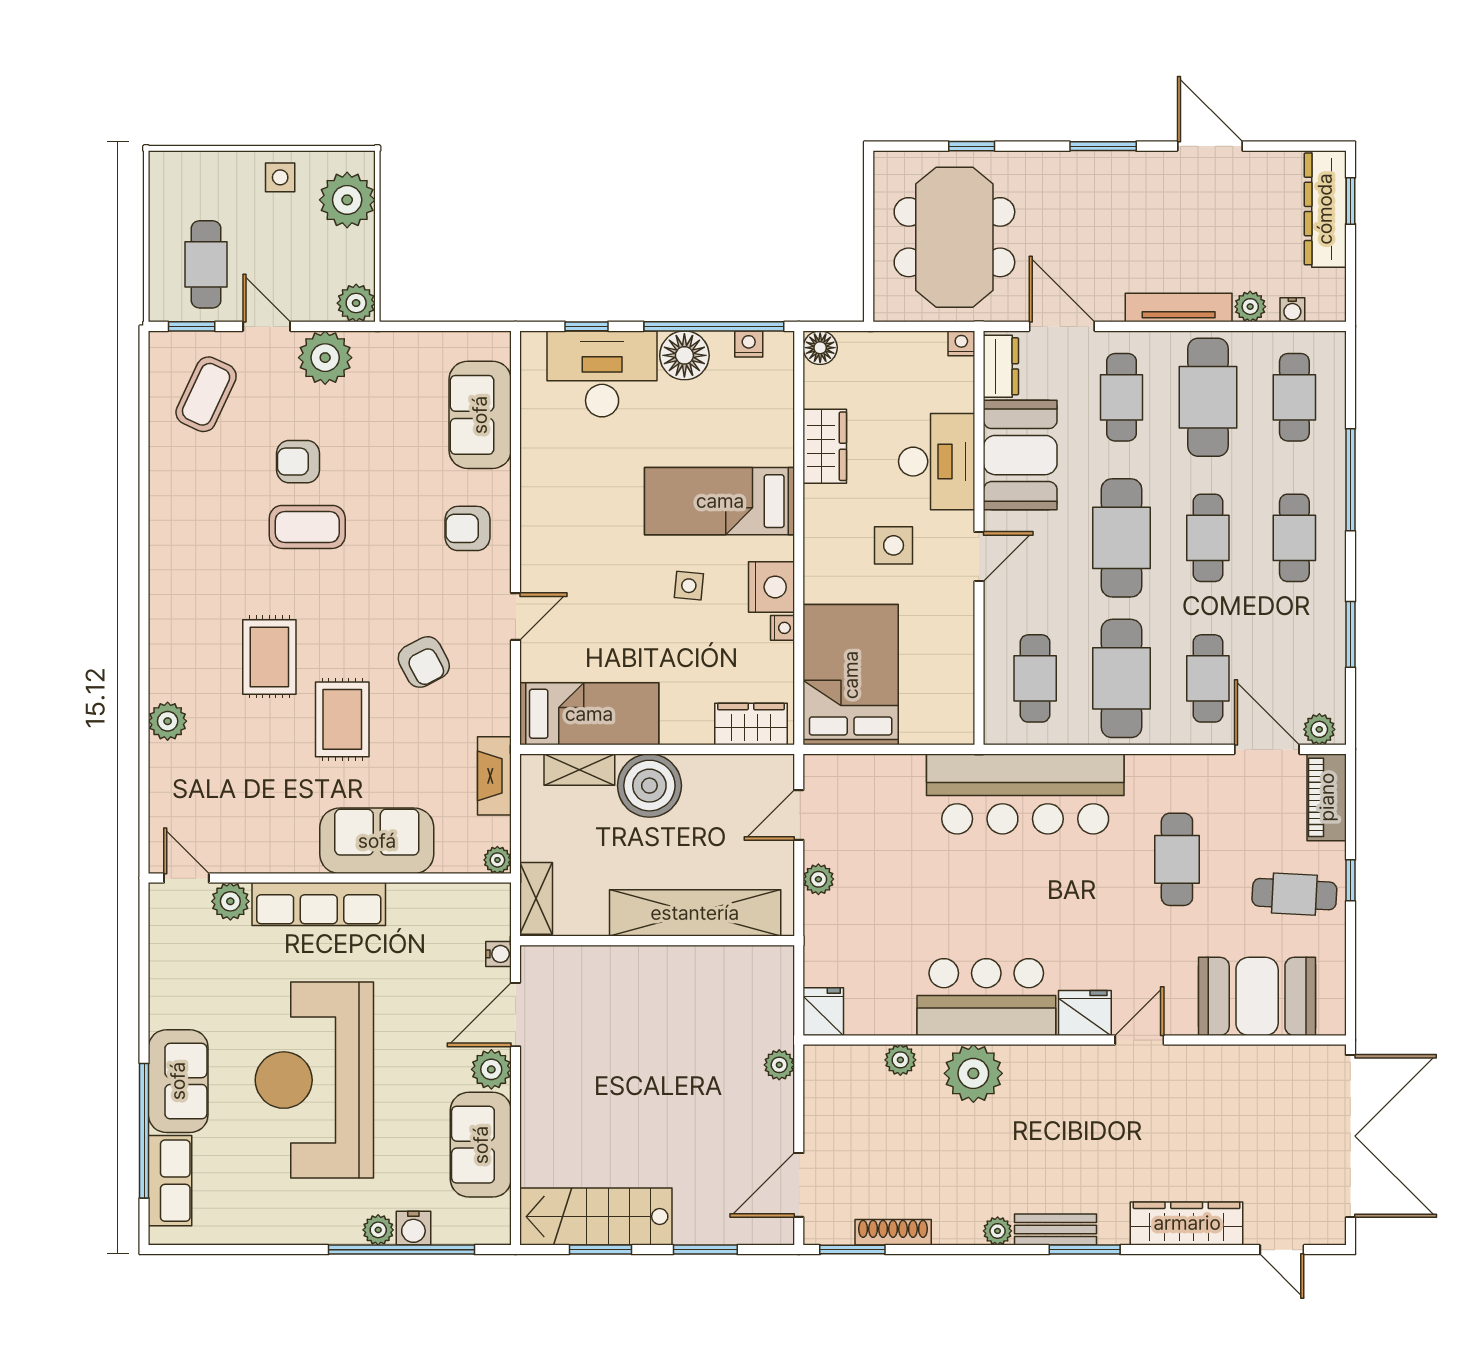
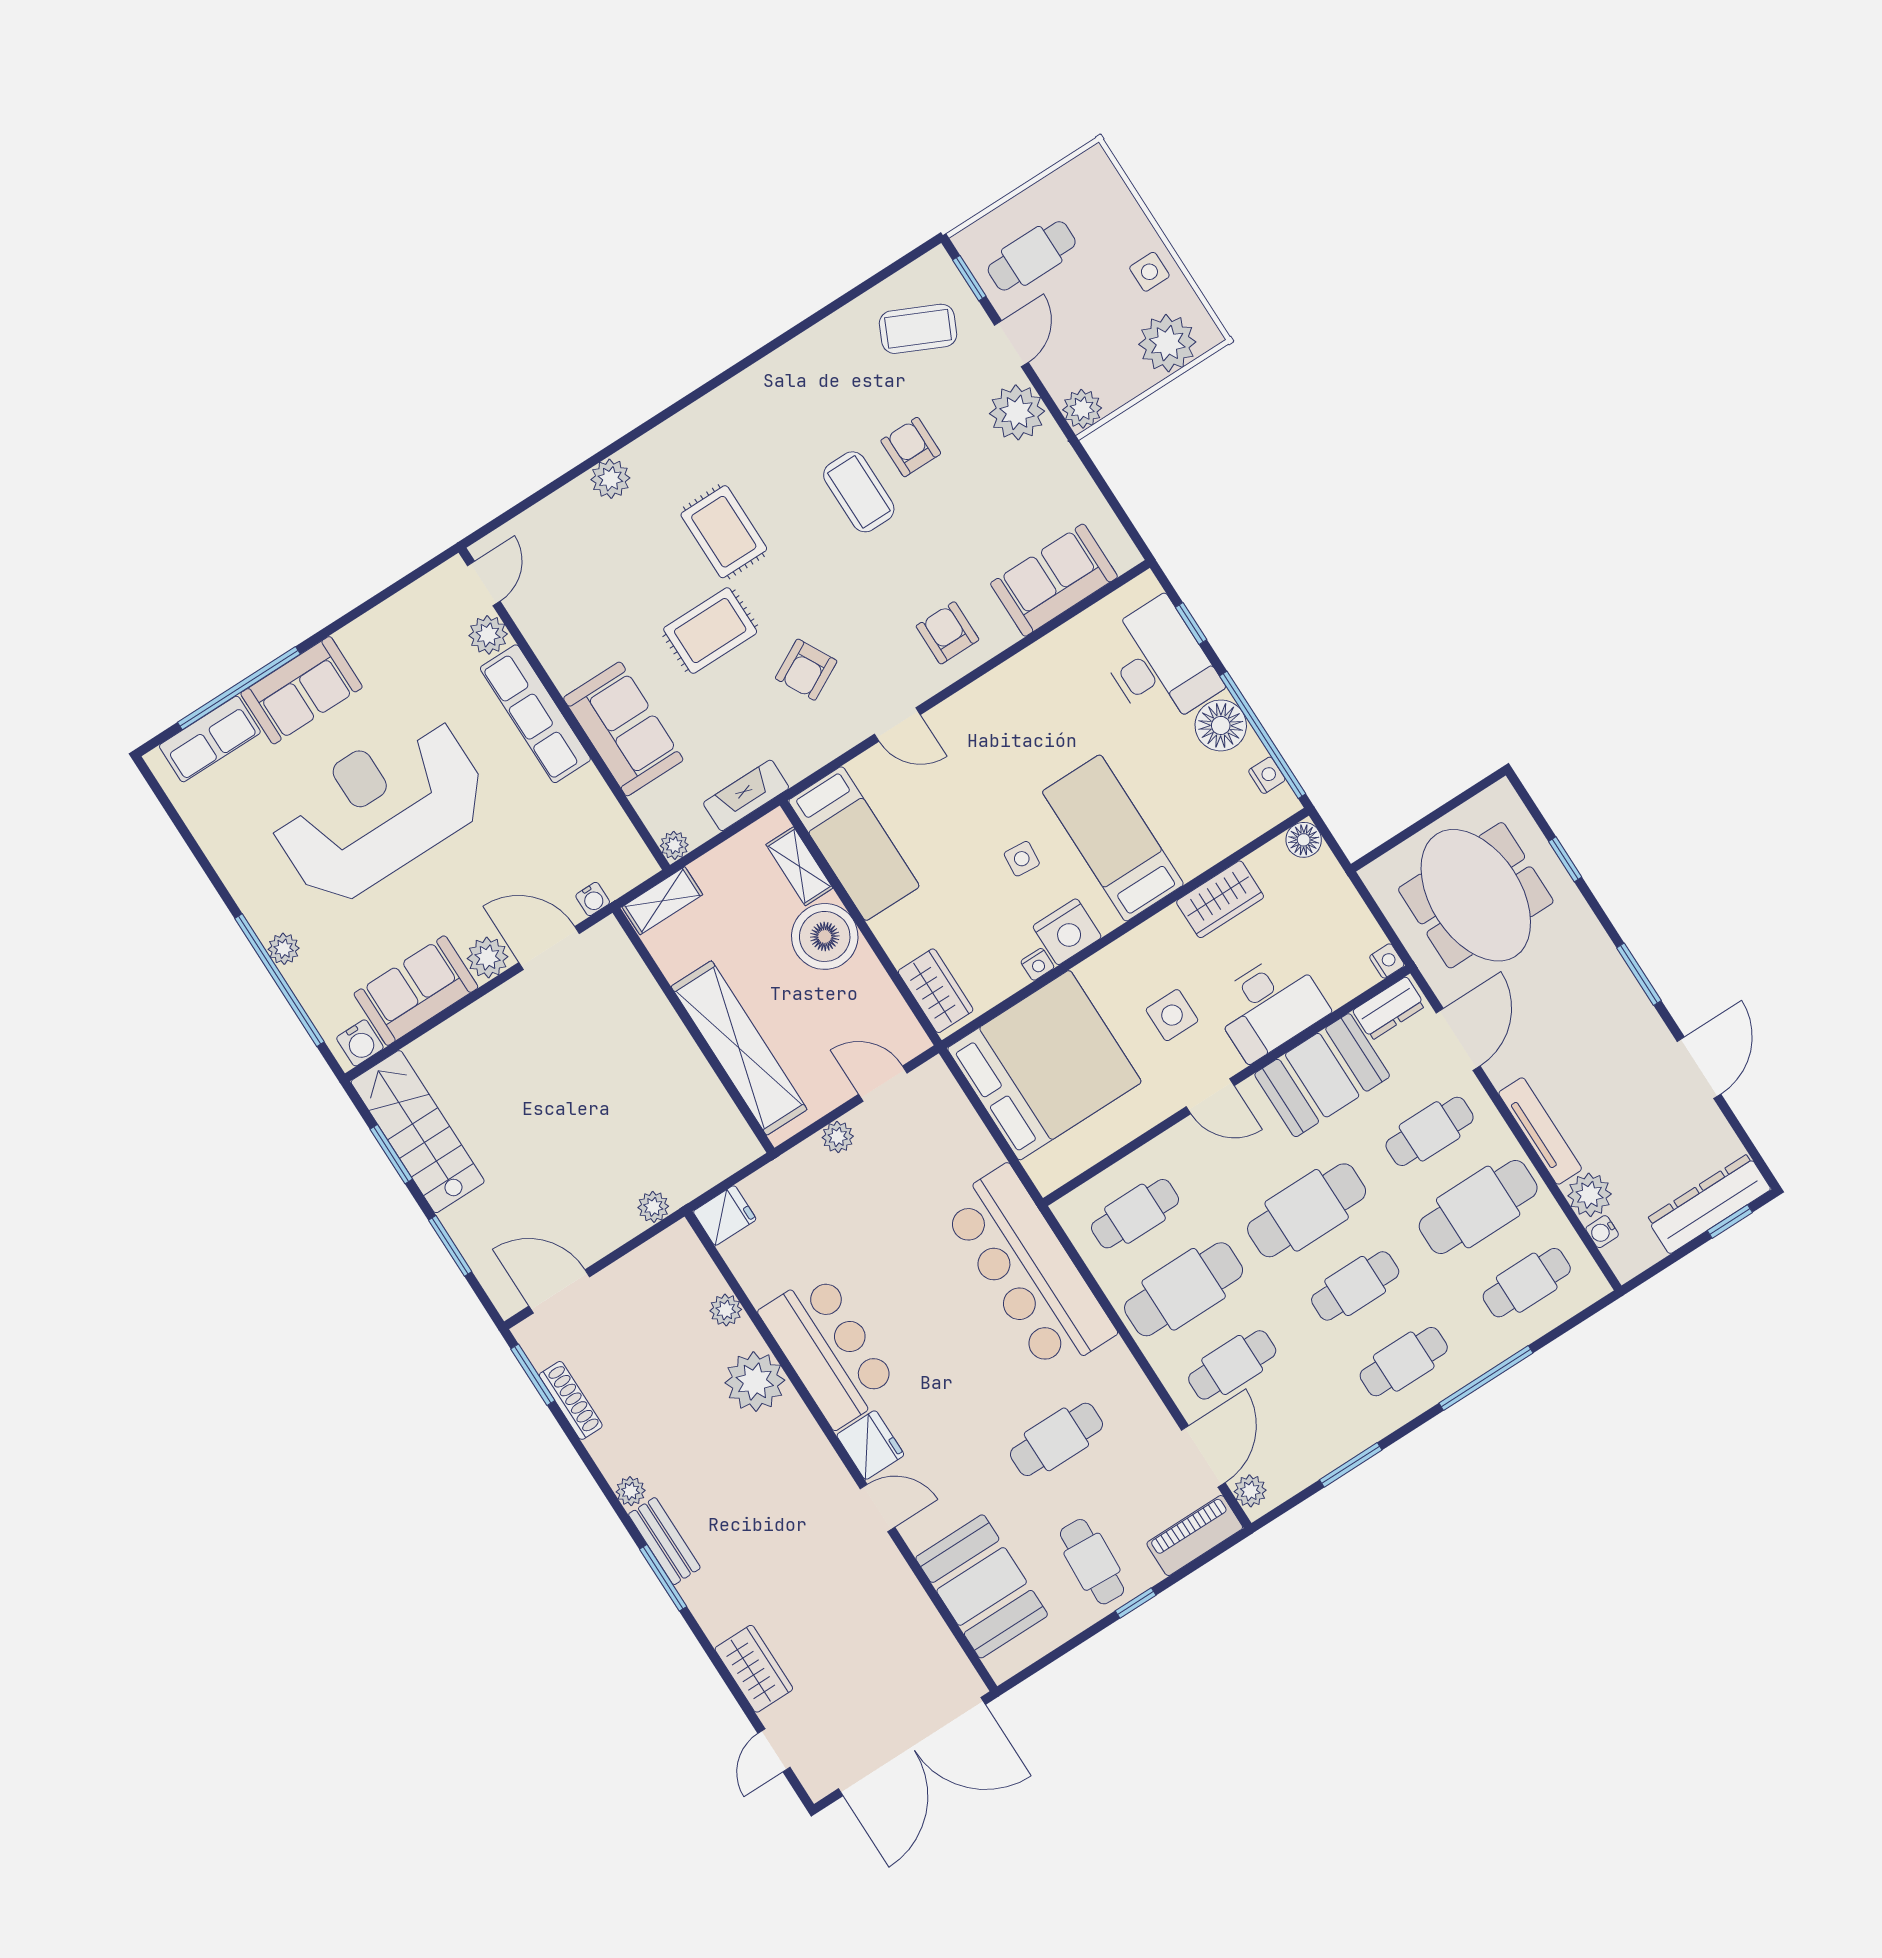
meeting table: (954, 237) -> (1476, 895), turned 90
plant: (1250, 307) -> (1590, 1195), width x1.38, depth x1.38
rug: (269, 657) -> (724, 532), turned 90
bed: (851, 675) -> (1044, 1065), width x1.36
wardrobe: (1187, 1223) -> (754, 1669), width x0.67
water cooler: (413, 1228) -> (360, 1043), moved, turned -90

